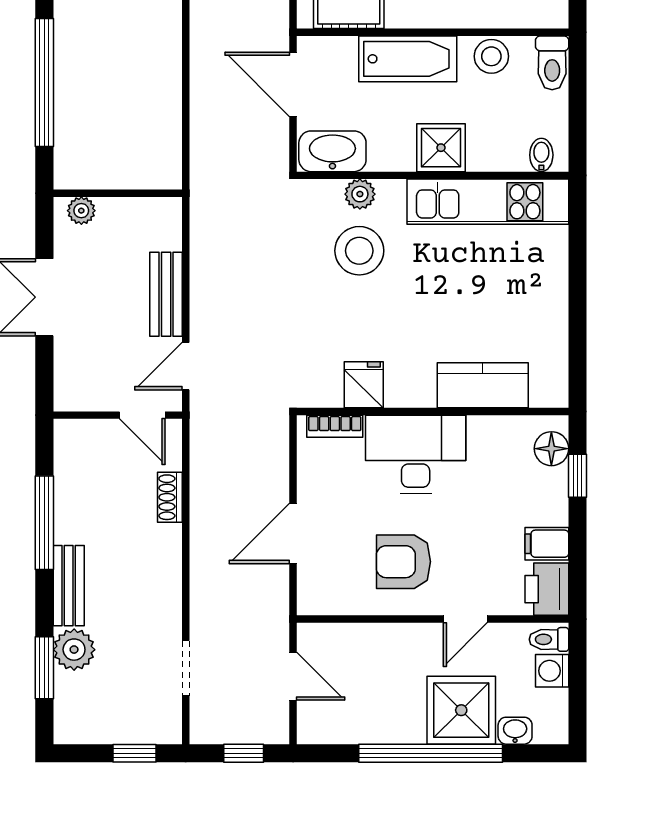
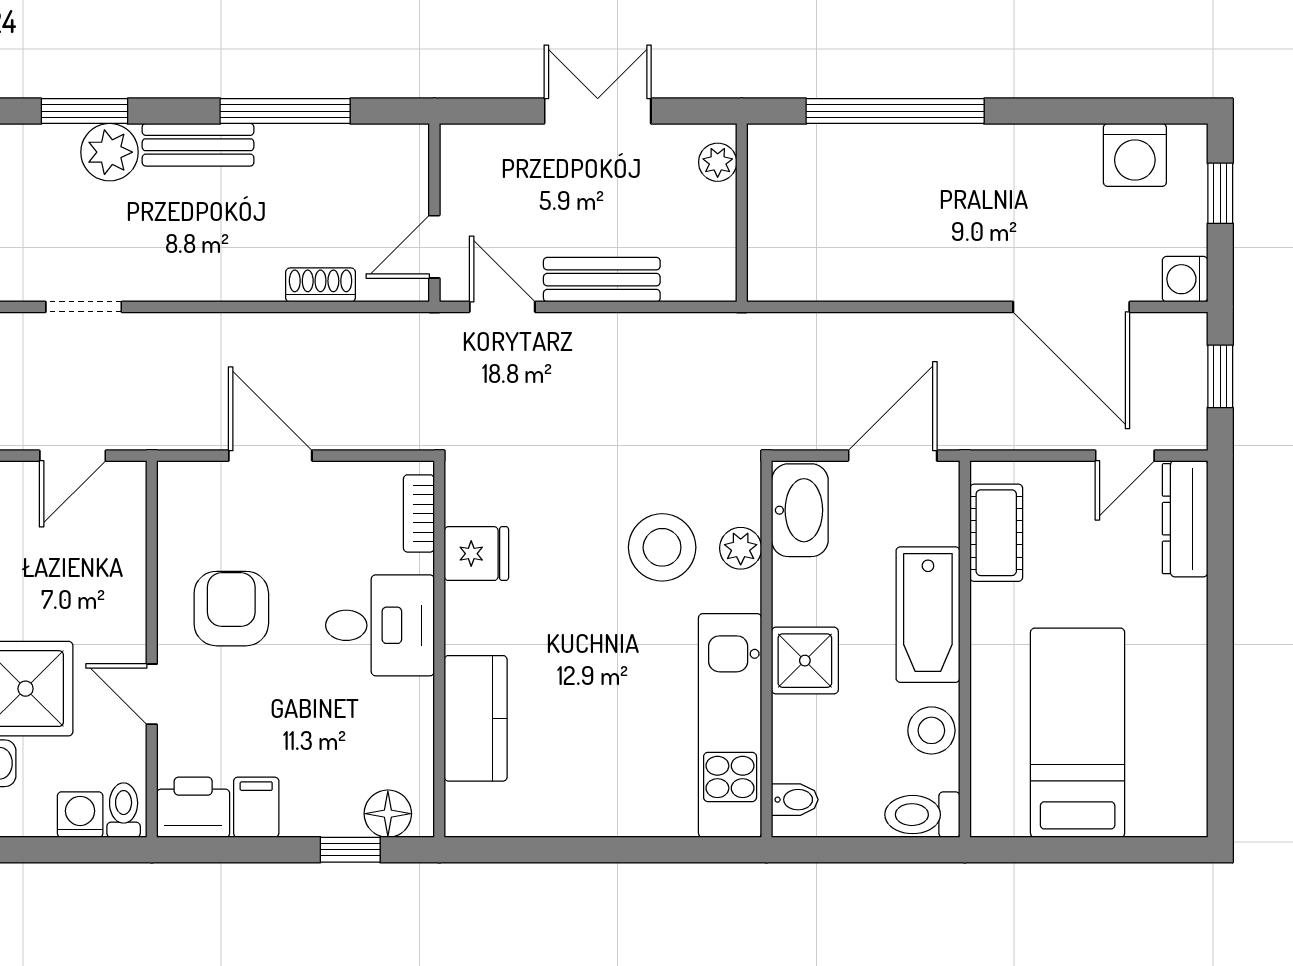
desk: (416, 454) -> (380, 625), width x0.73

